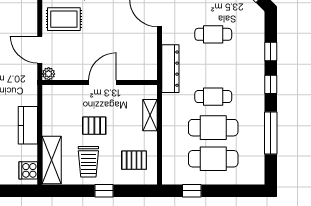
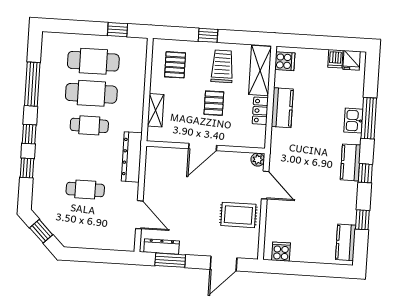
locker: (49, 121) -> (260, 111), added
pallet: (94, 126) -> (214, 103), turned 90
pallet: (134, 160) -> (175, 65), turned 90

